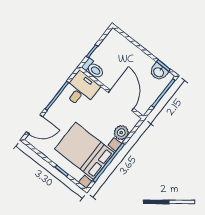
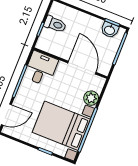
toilet: (93, 69) -> (55, 24), moved

